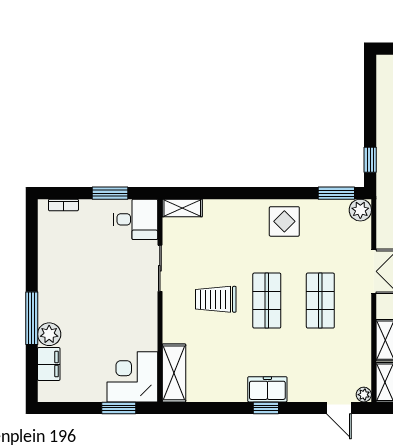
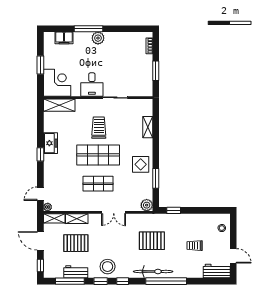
window: (336, 193) -> (156, 178), moved
shelving: (182, 208) -> (148, 127), moved
desk: (136, 219) -> (92, 84), moved
shop shelf: (267, 301) -> (98, 155), width x1.43, depth x1.36
plant: (49, 334) -> (98, 38), moved
freezer: (267, 389) -> (50, 143), moved
window: (119, 408) -> (40, 65), moved

